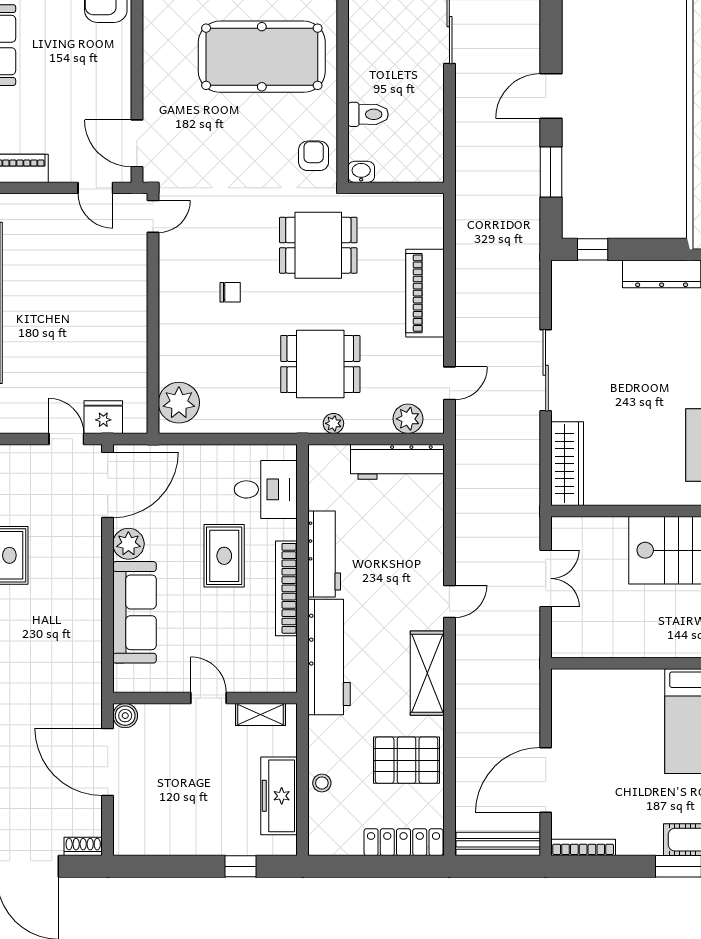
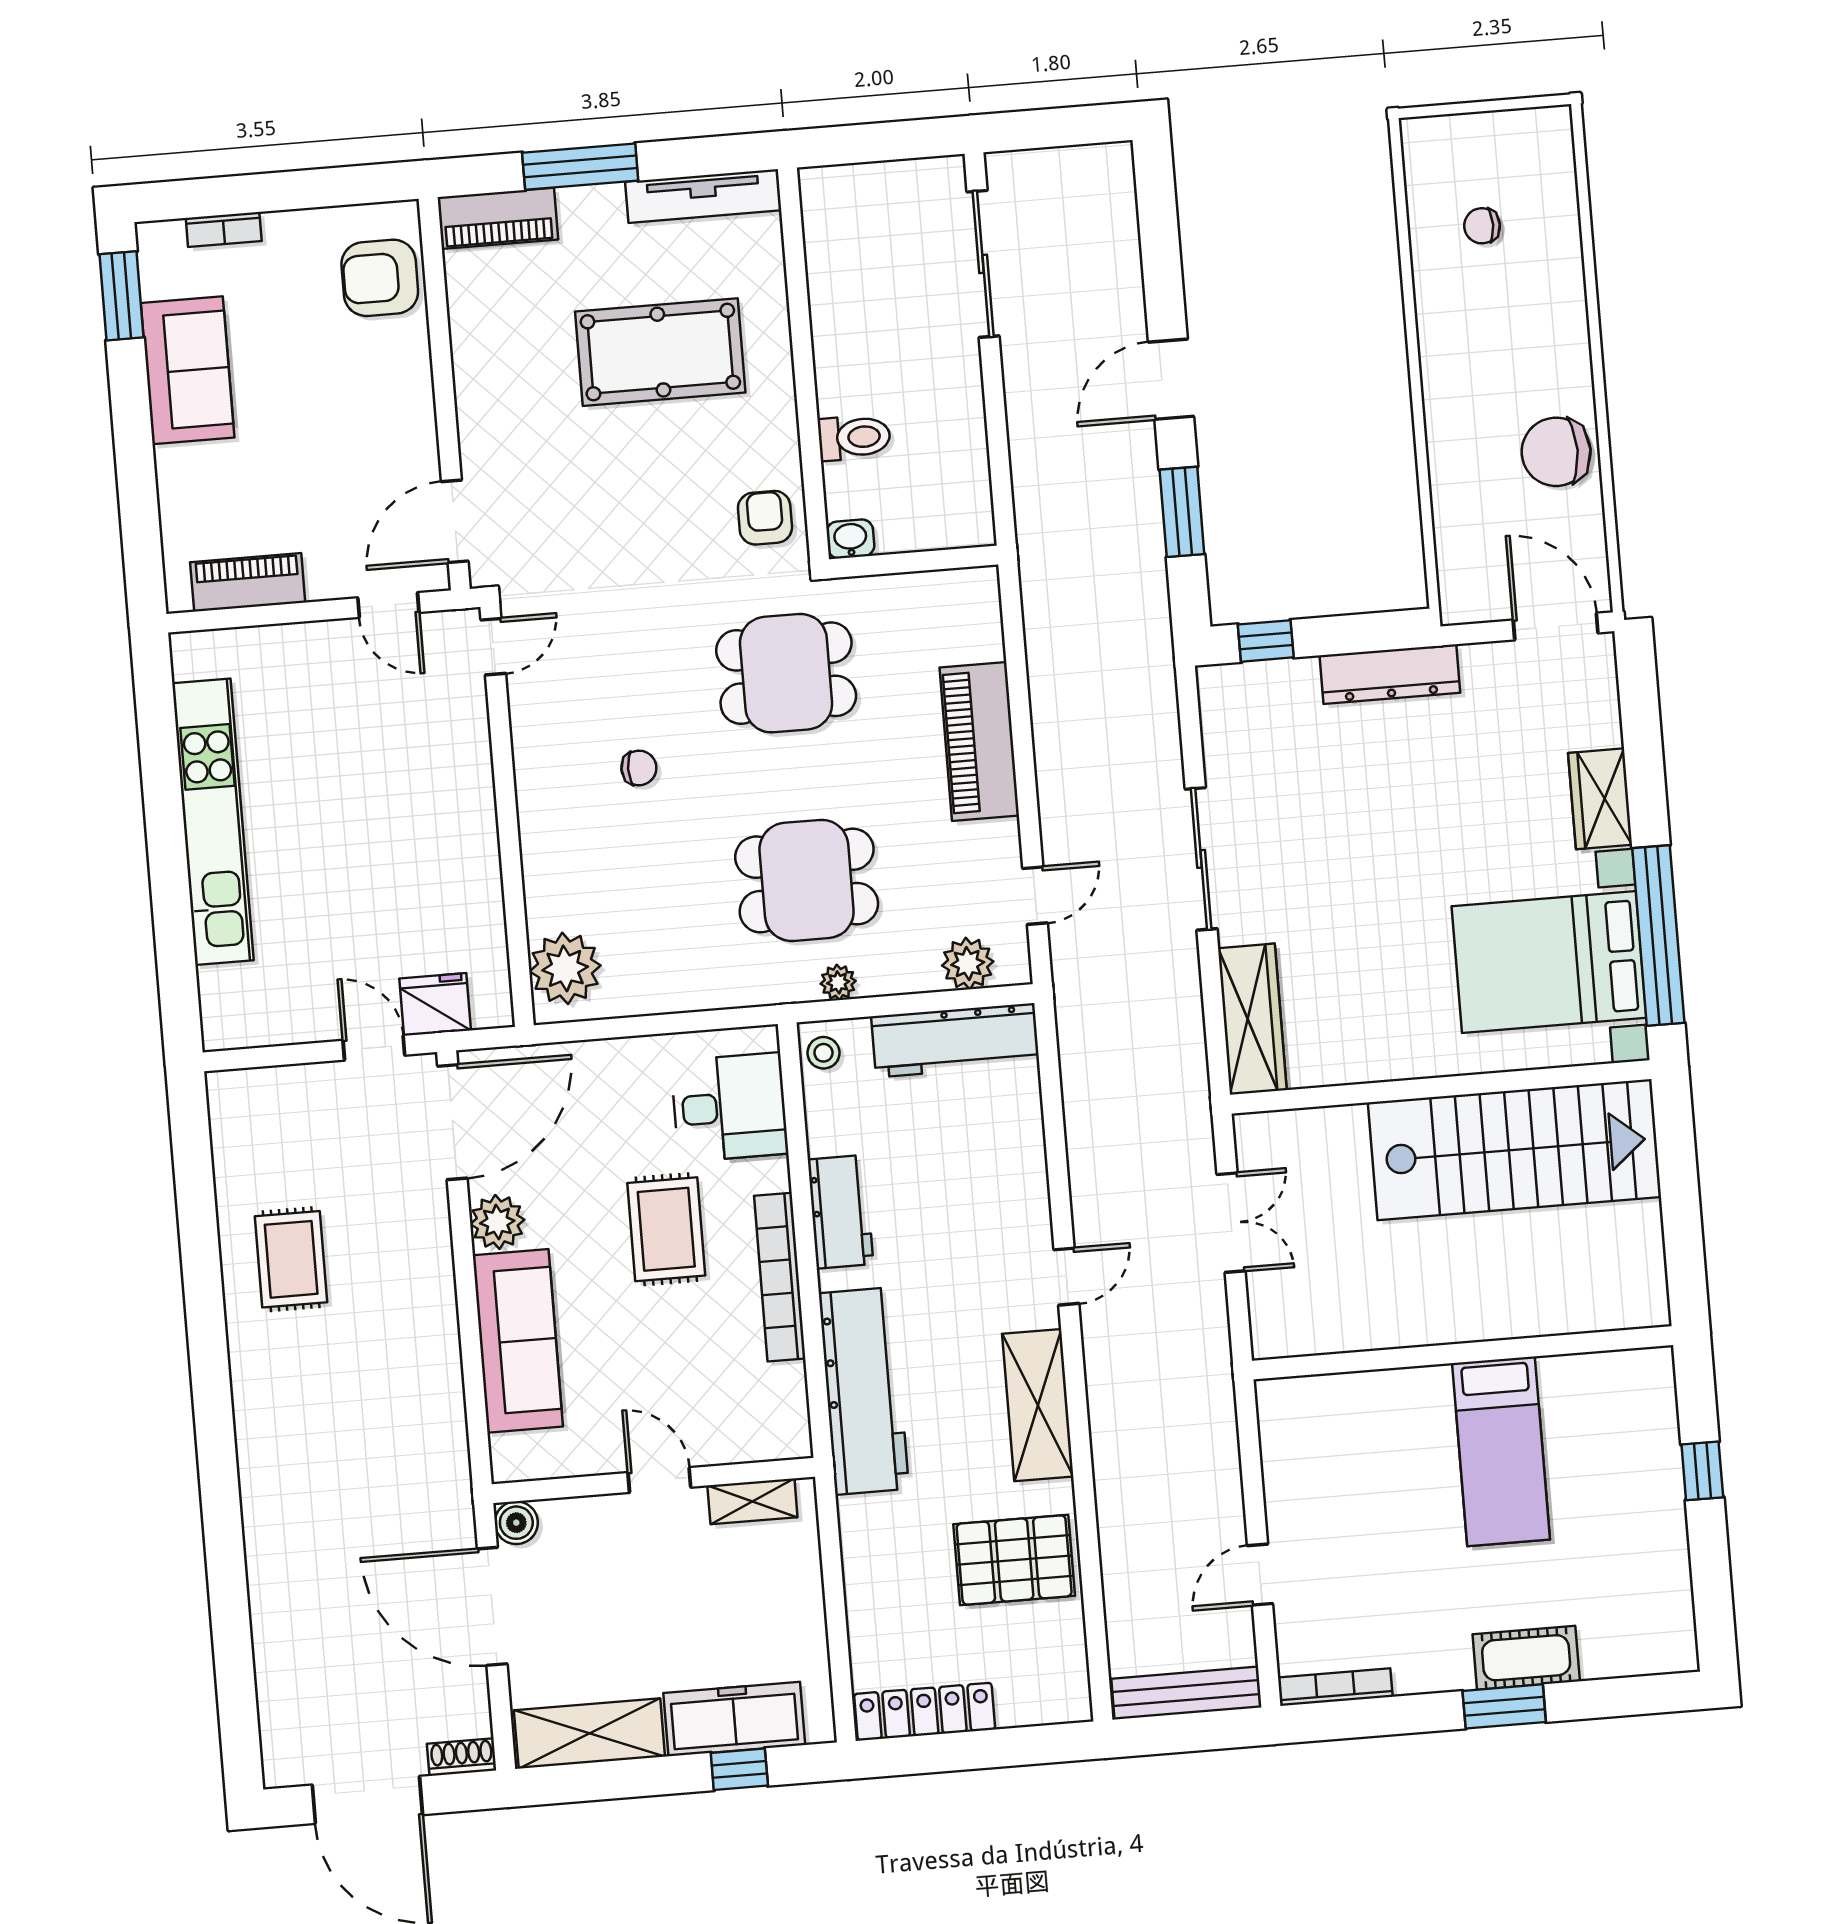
pool table: (262, 57) -> (660, 352), width x0.73, depth x0.76
door: (137, 143) -> (455, 521), hinge flipped
workbench: (324, 554) -> (841, 1212), width x0.73
door: (546, 780) -> (1260, 1575), width x0.53
stool: (322, 783) -> (823, 1053), moved
freezer: (279, 796) -> (734, 1719), moved, turned 90
shelving: (157, 839) -> (589, 1733), added
locker: (404, 842) -> (925, 1712), moved

